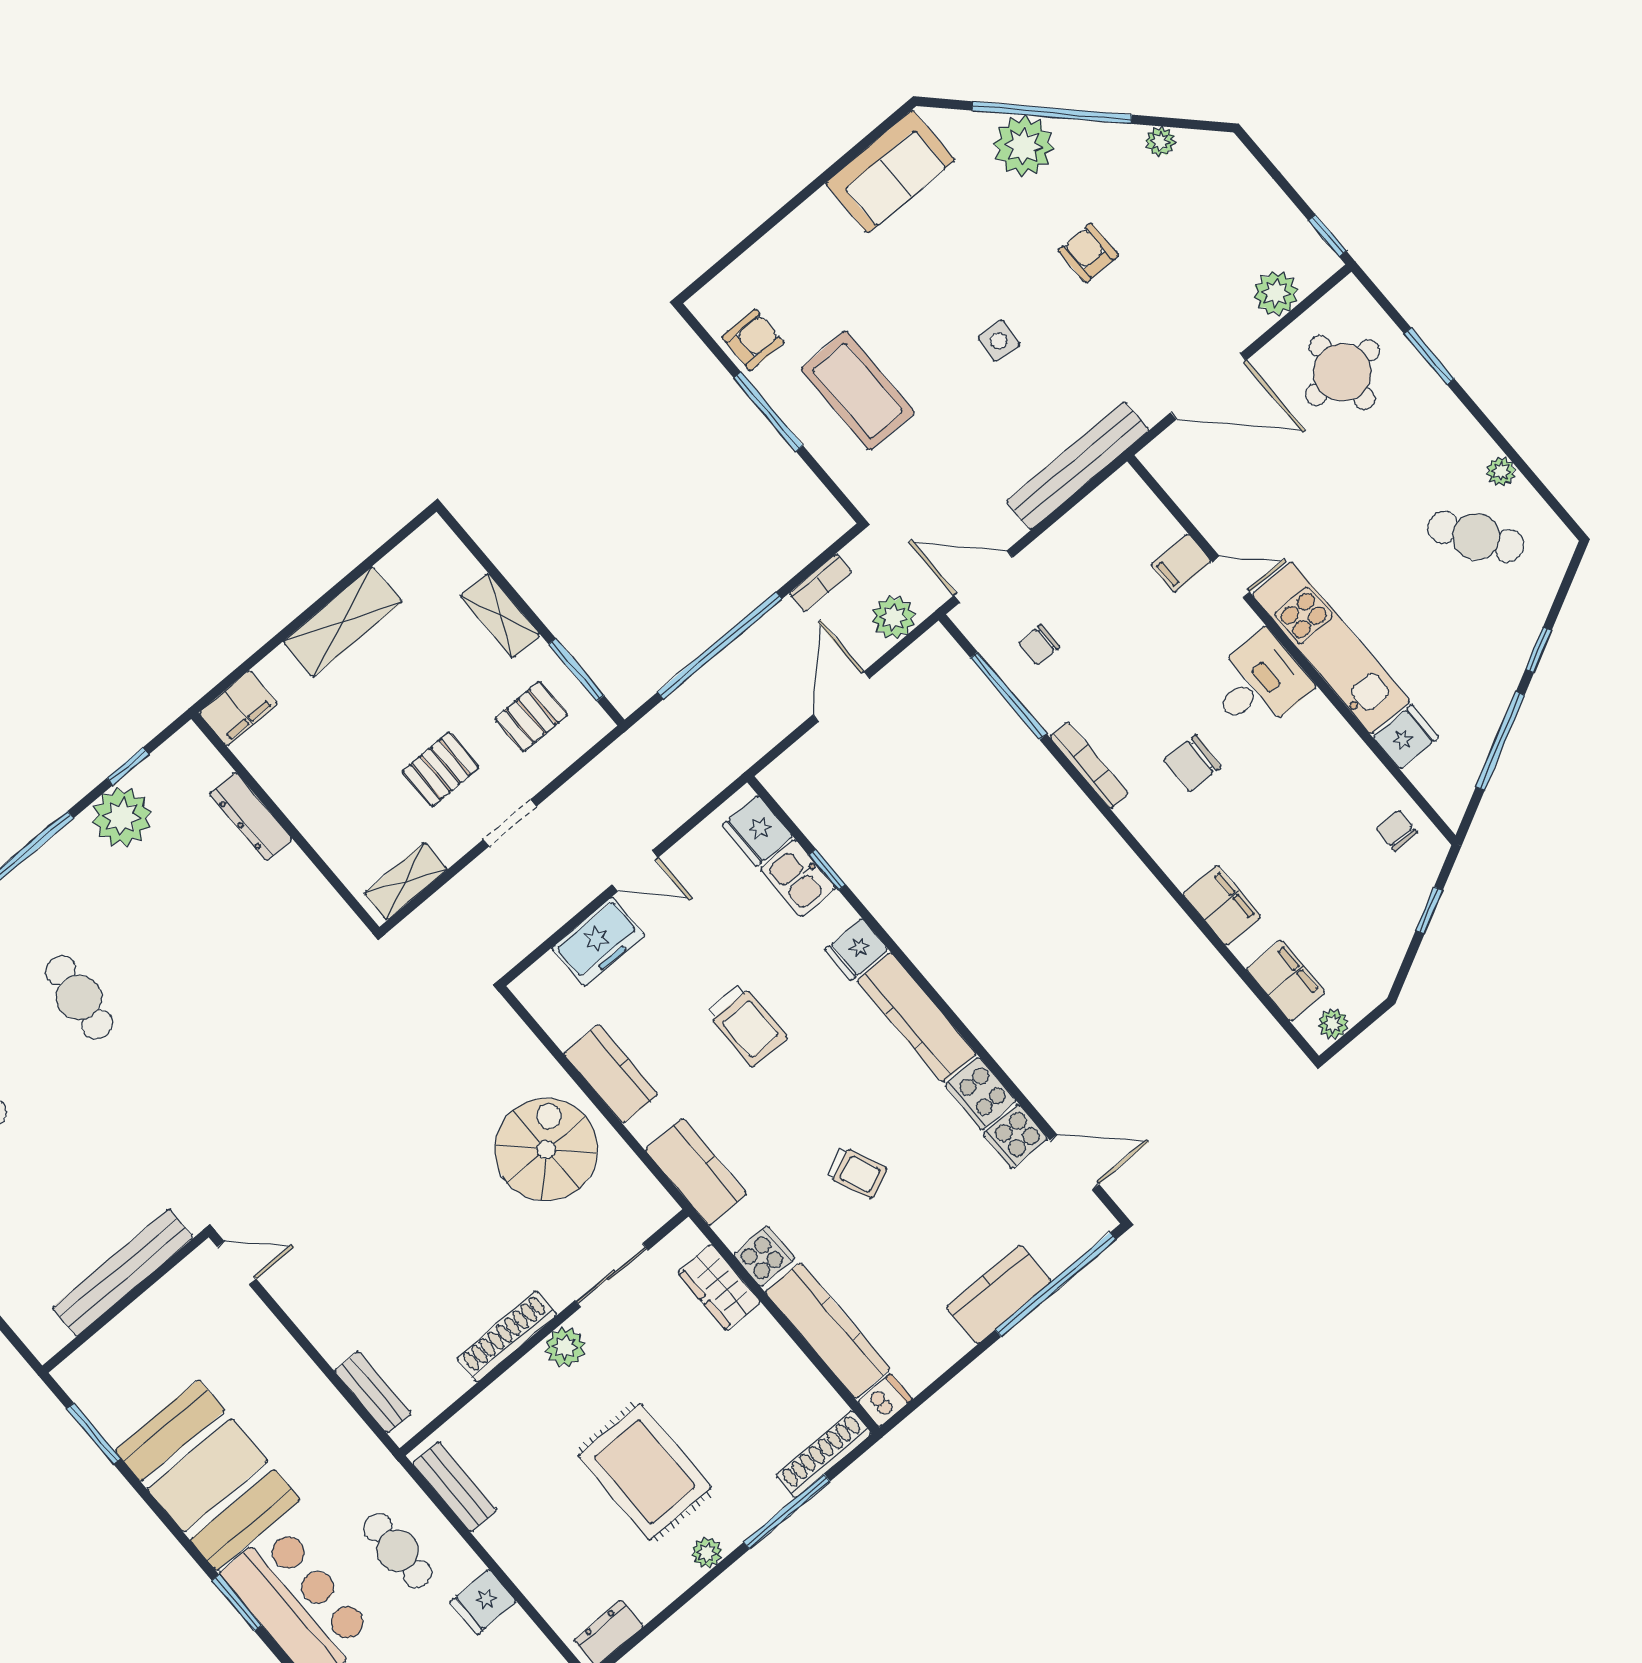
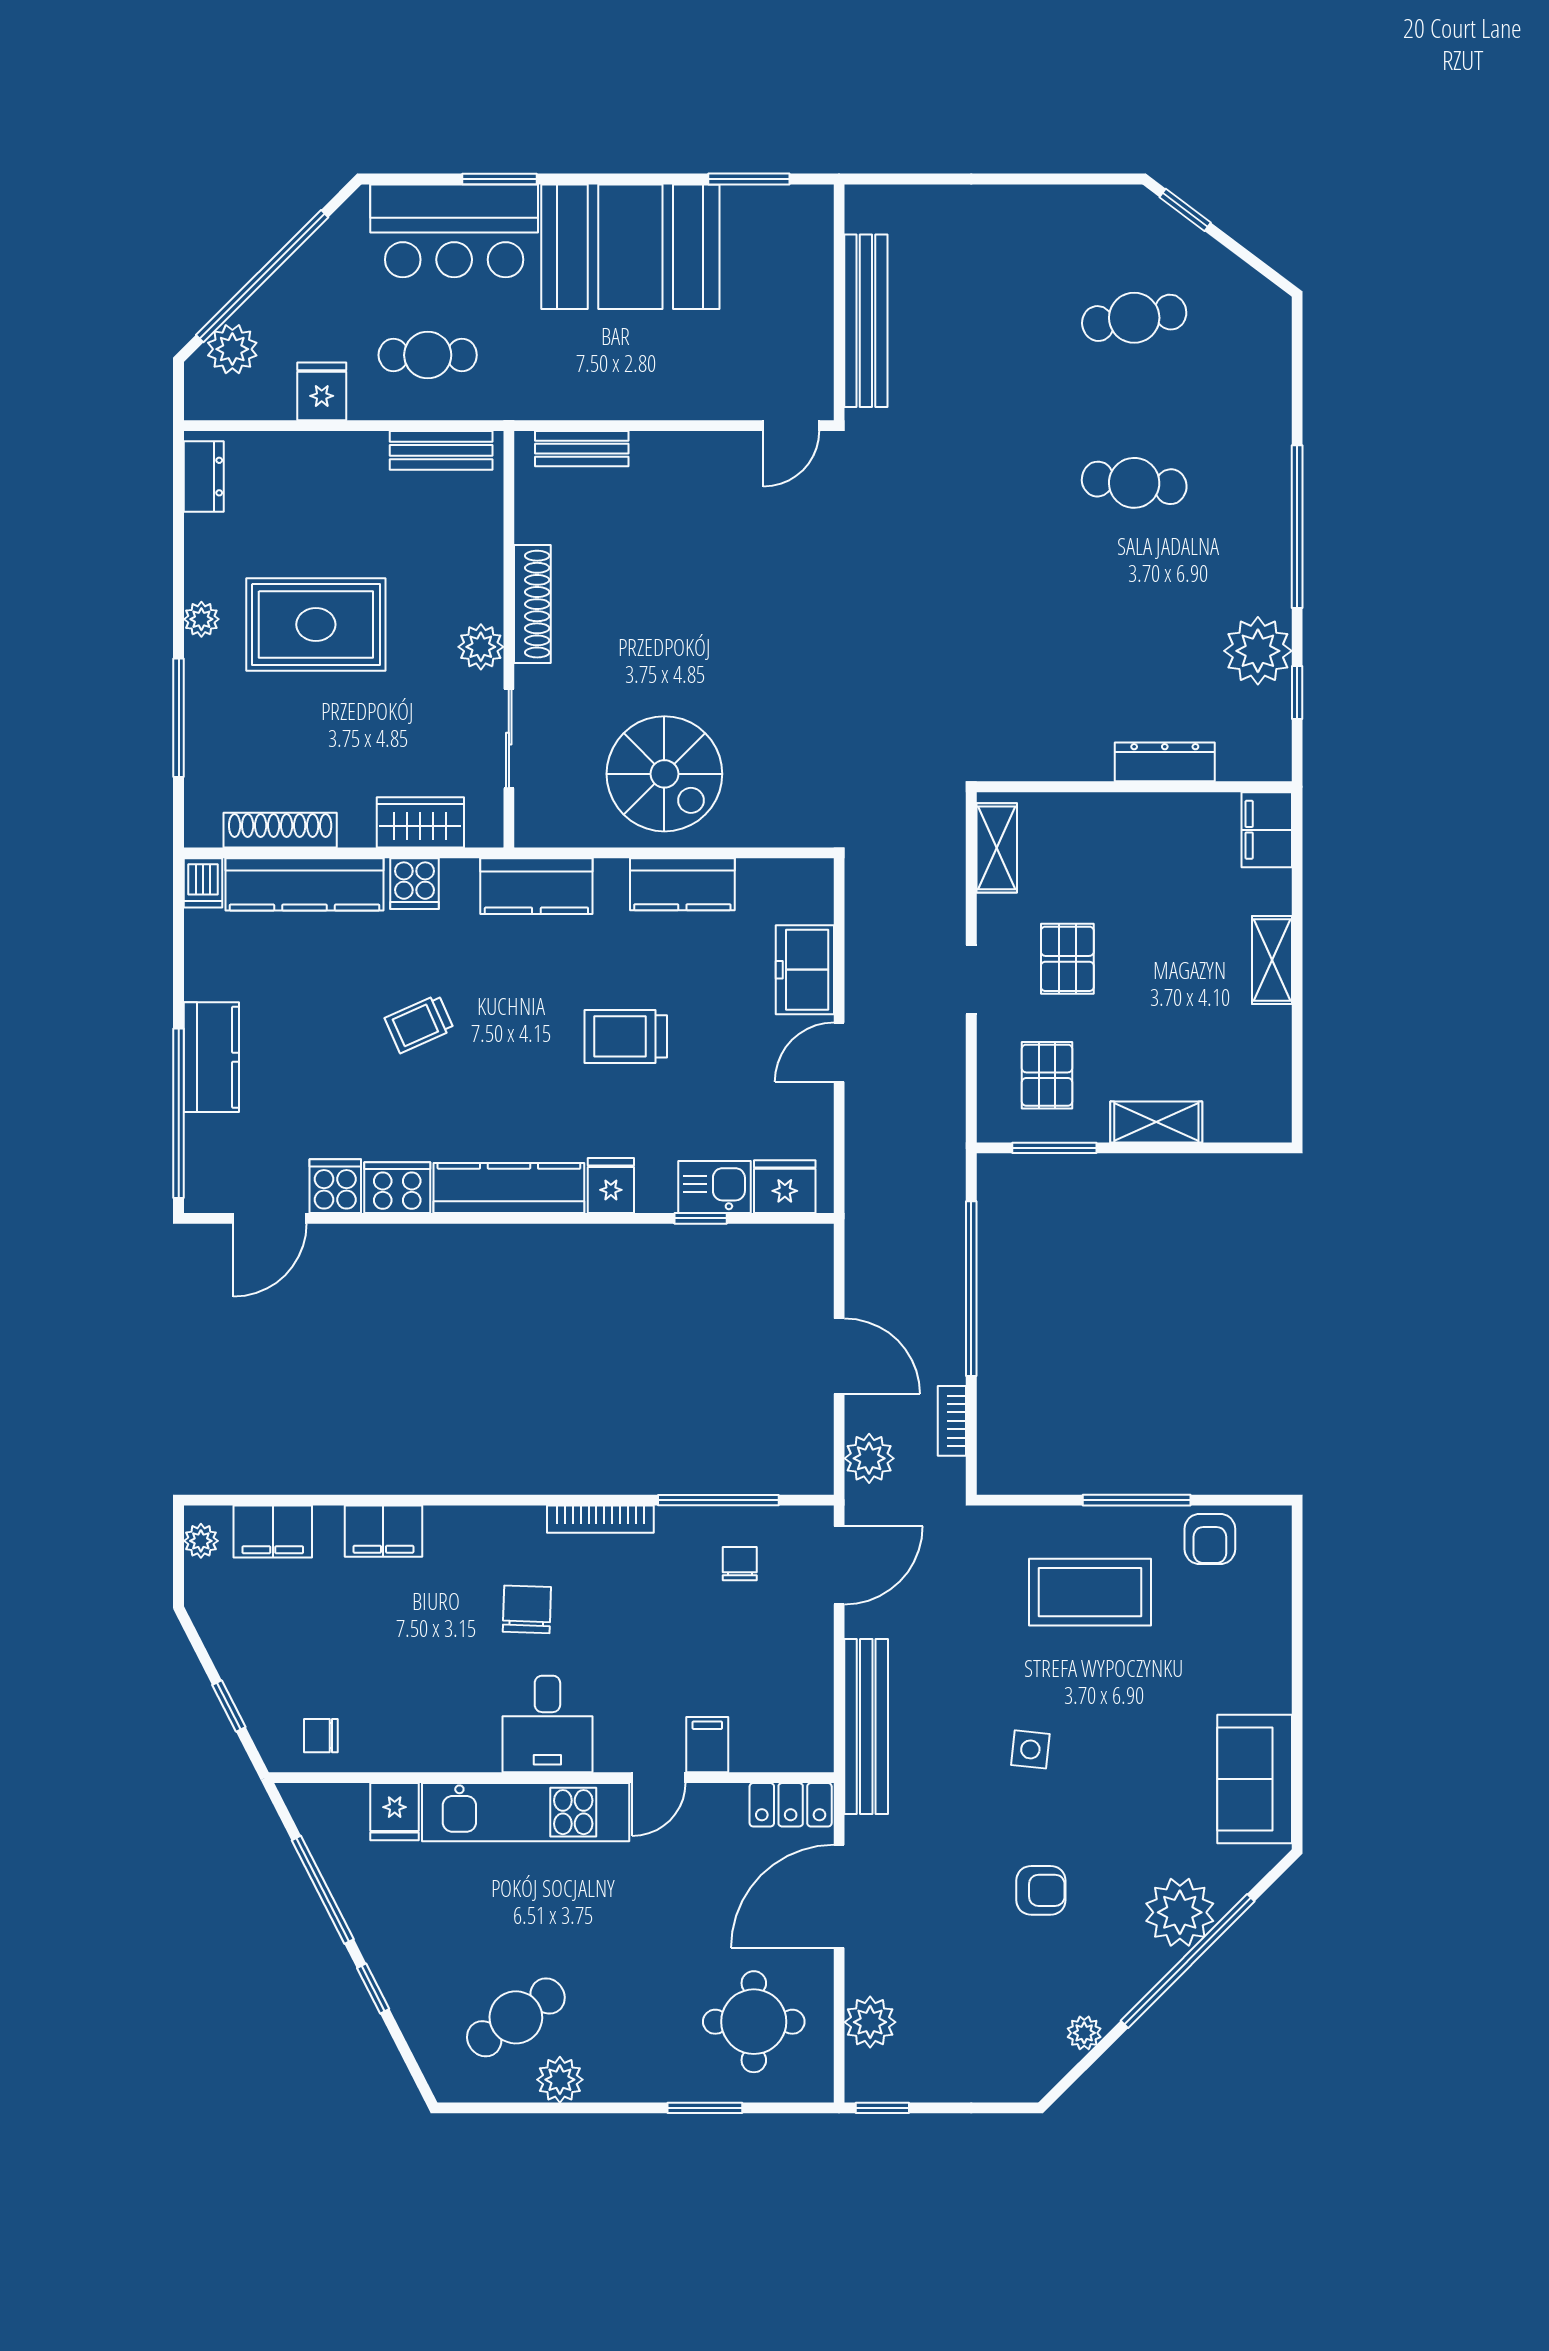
locker: (1174, 472) -> (791, 1805), added
plant: (1501, 472) -> (560, 2080), width x1.38, depth x1.38
shelving: (343, 622) -> (1272, 960), width x0.67, depth x0.75
chair: (1397, 831) -> (321, 1736), turned 180
shoe rack: (824, 1454) -> (280, 830), moved, turned -90

